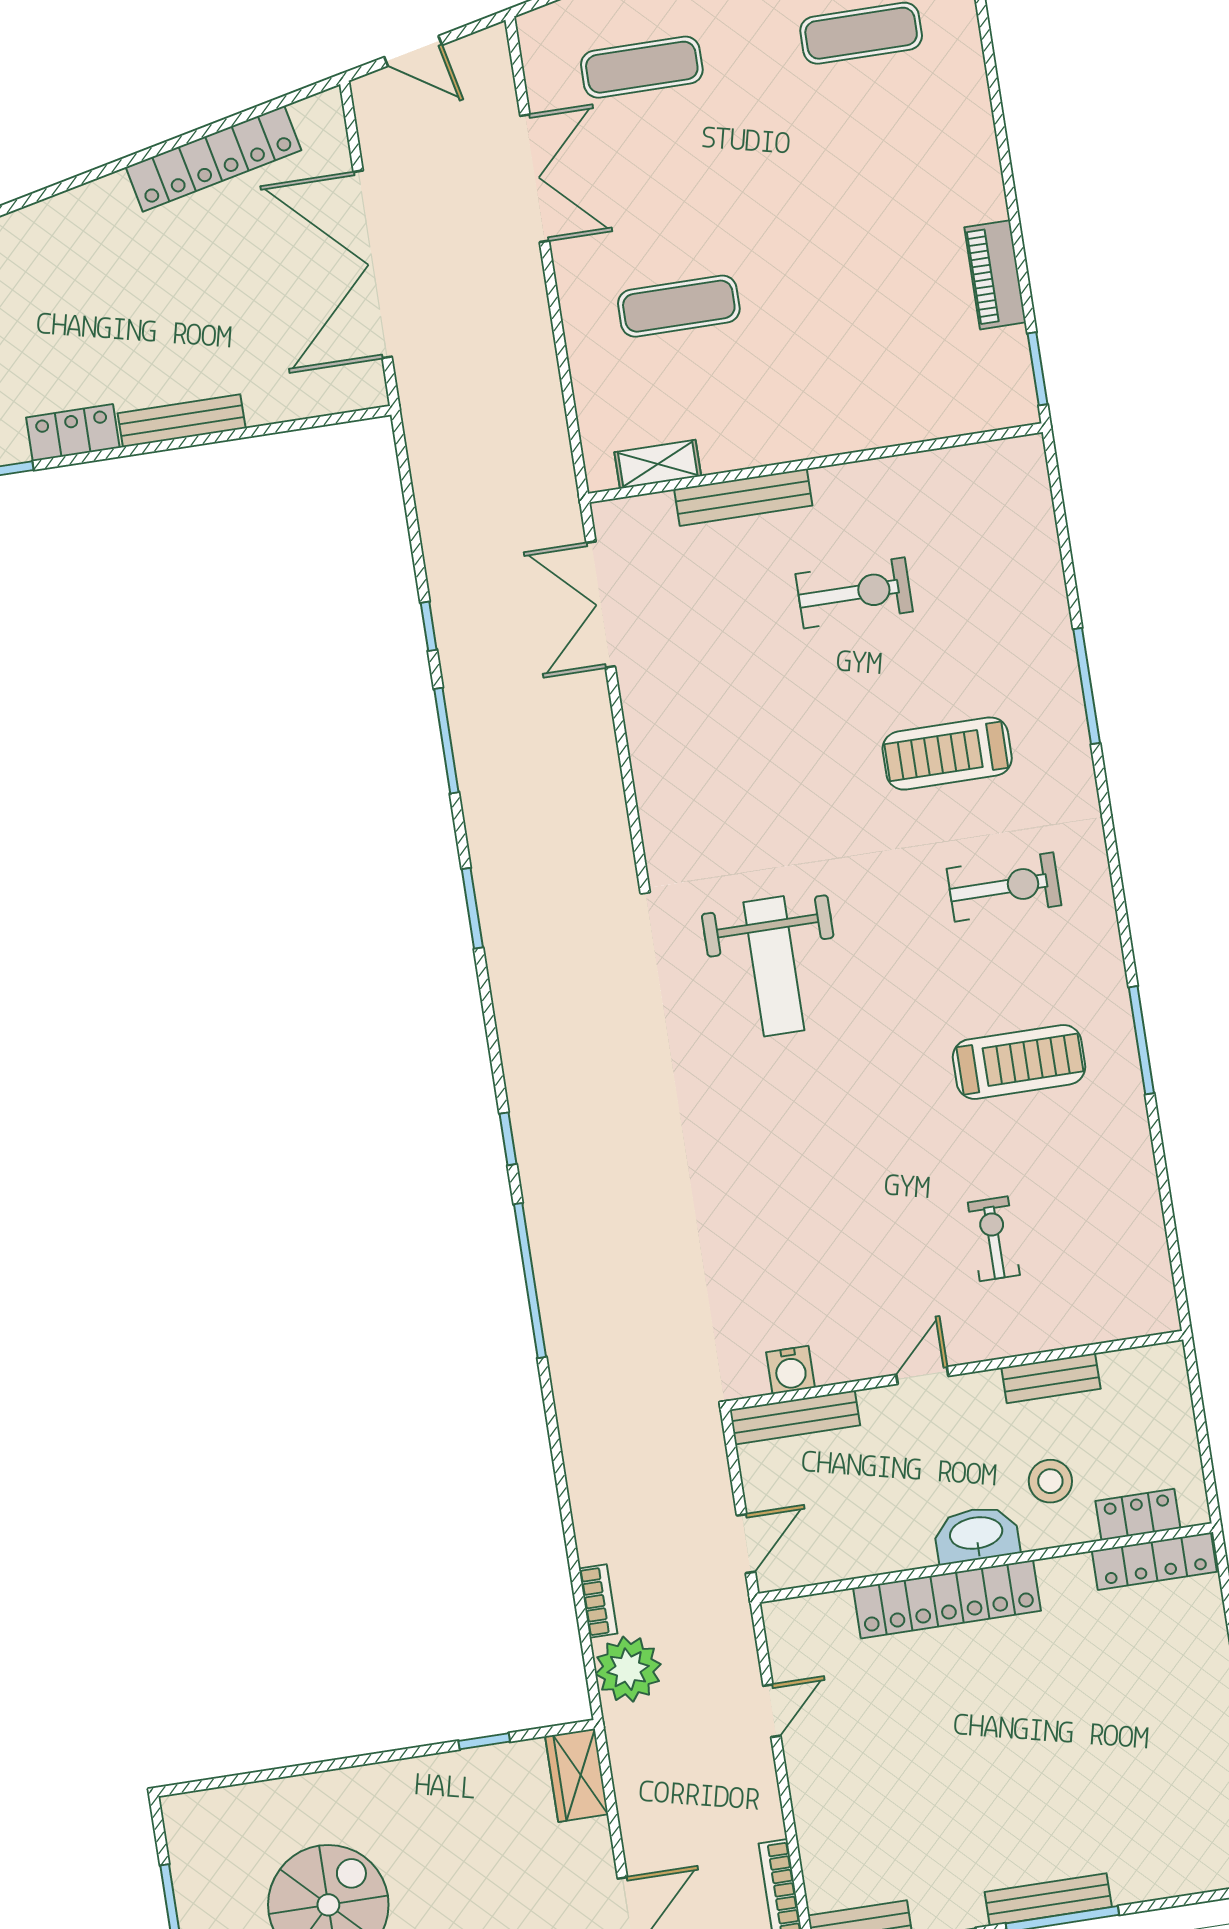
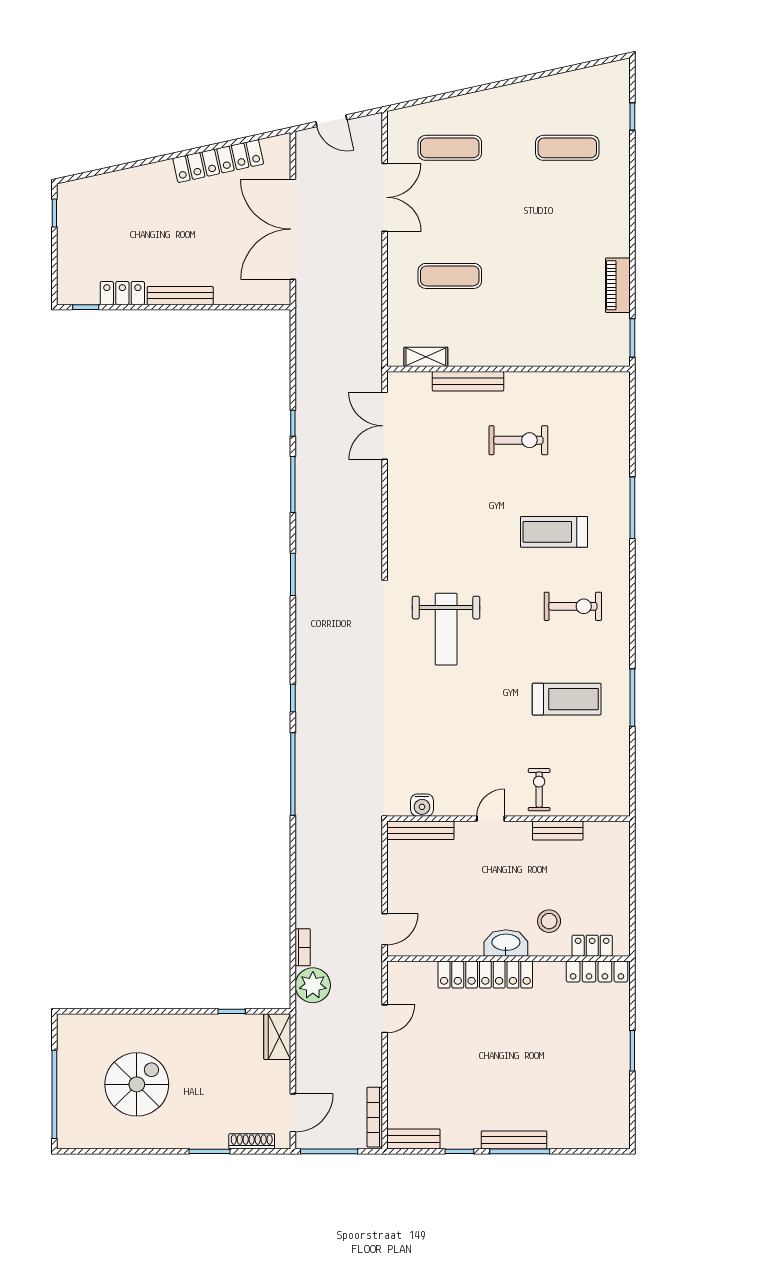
water cooler: (790, 1370) -> (422, 805), moved
wall: (956, 1370) -> (509, 819), moved
door: (922, 1375) -> (491, 819), moved
bench: (1051, 1378) -> (558, 831), moved
bench: (795, 1417) -> (420, 830), moved

